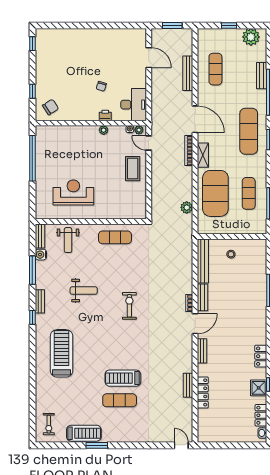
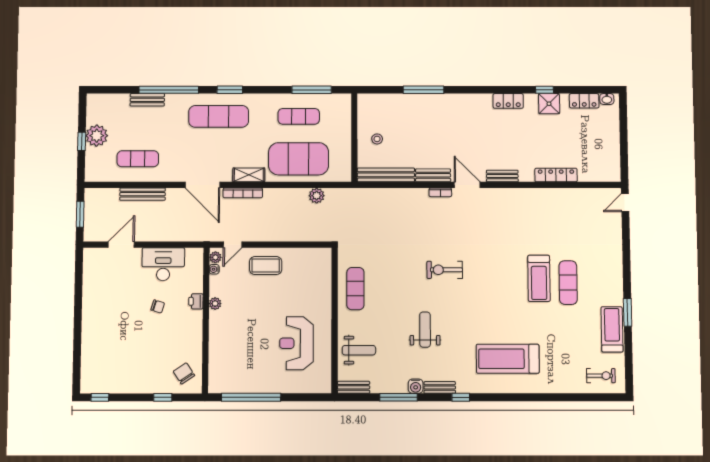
plant: (251, 37) -> (97, 136), moved
desk: (134, 105) -> (163, 264), moved
door: (195, 119) -> (202, 185), swing flipped
water cooler: (41, 255) -> (416, 386), moved
bench: (188, 385) -> (547, 194), removed

